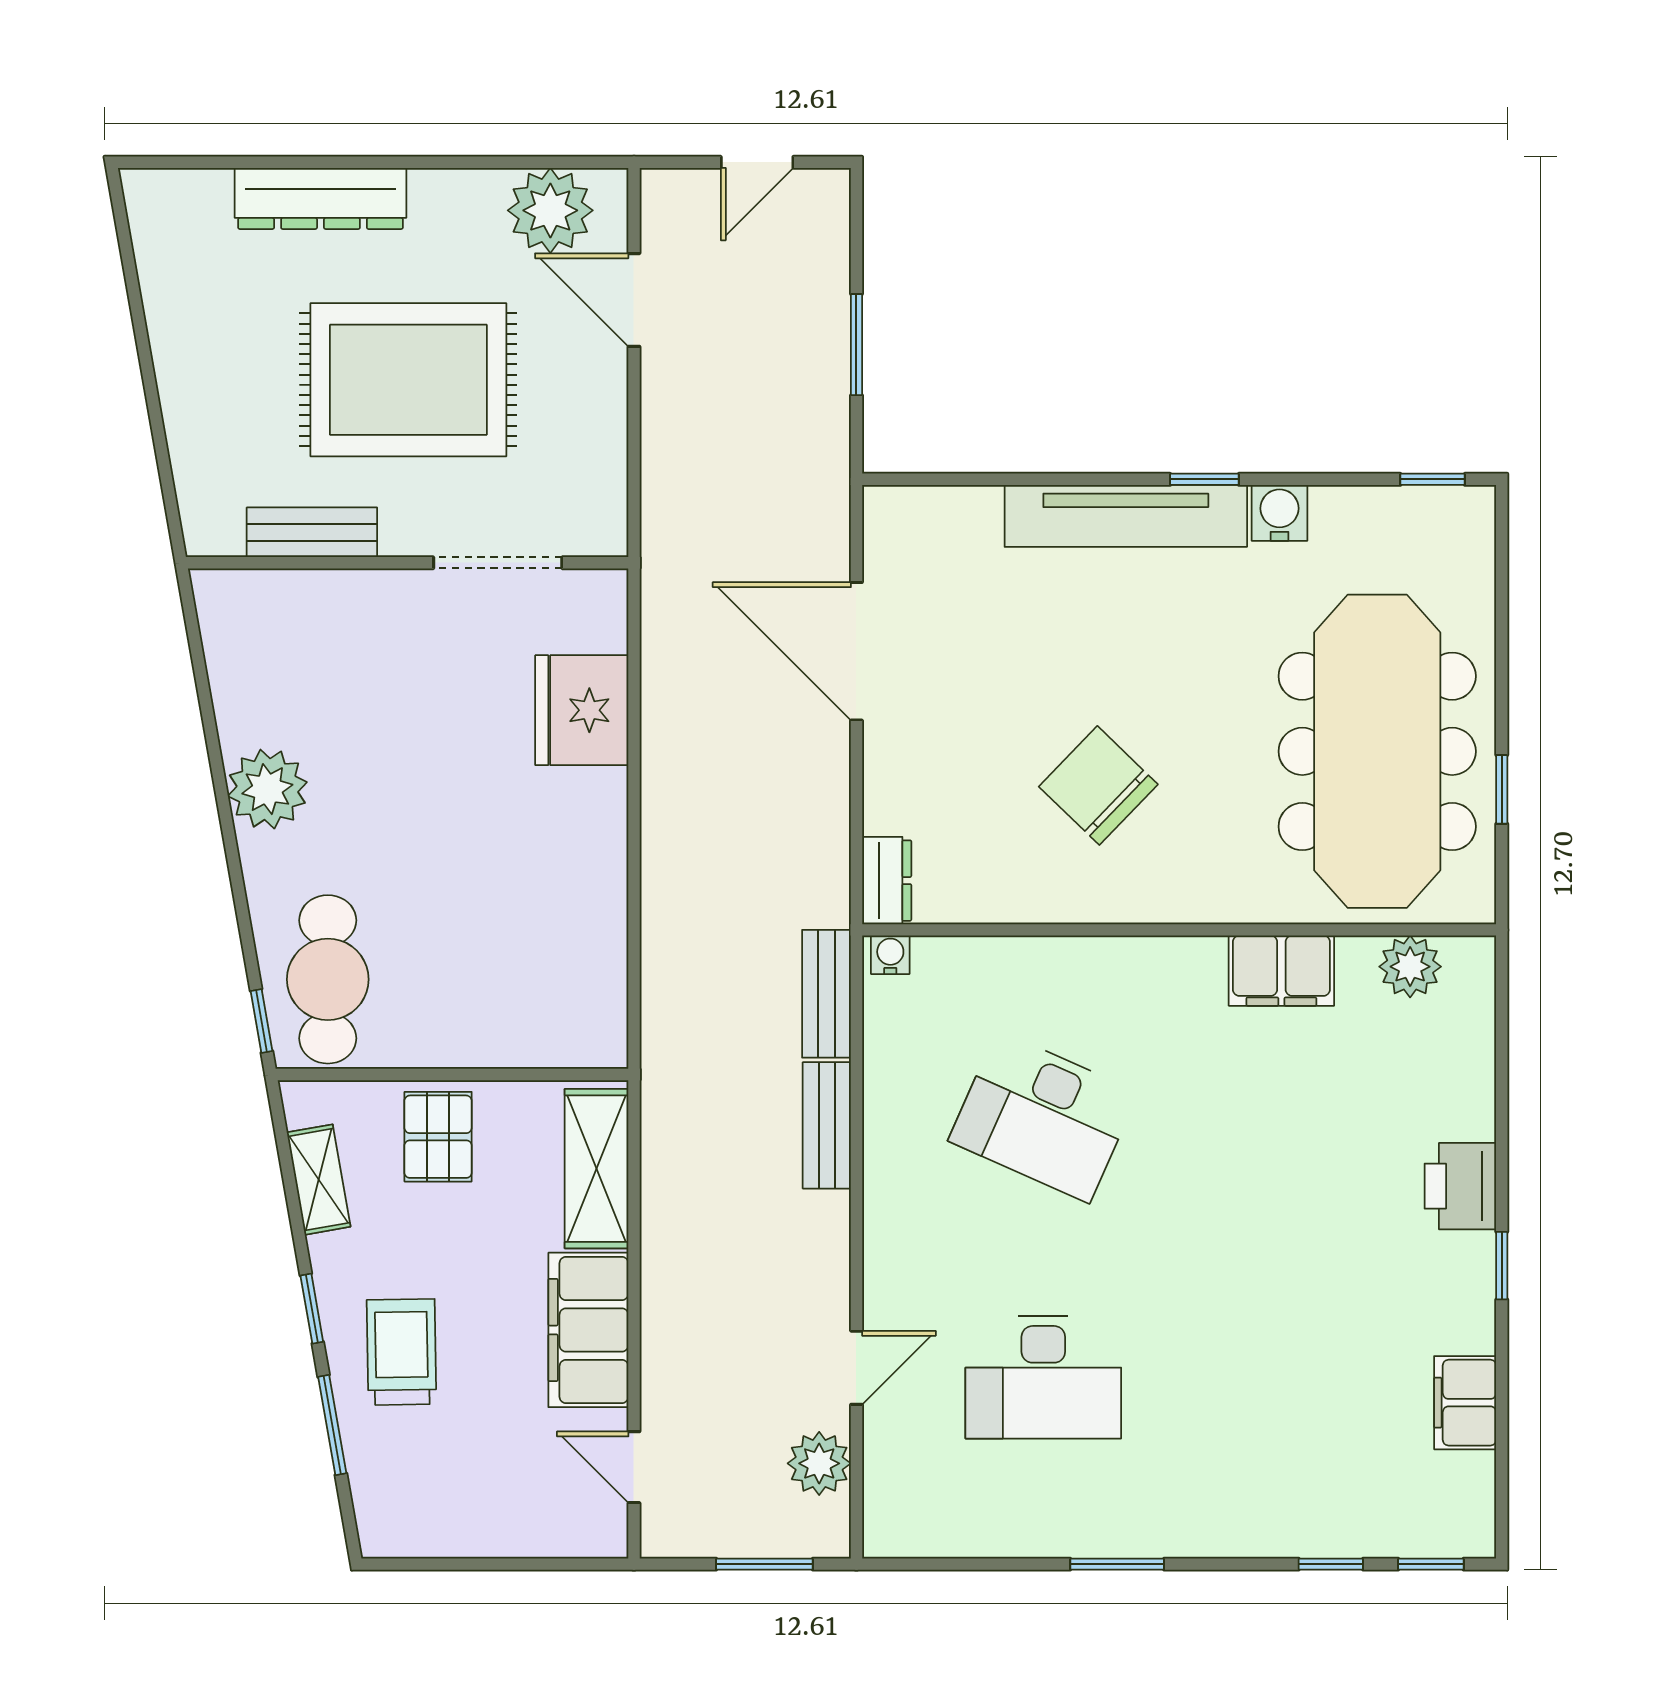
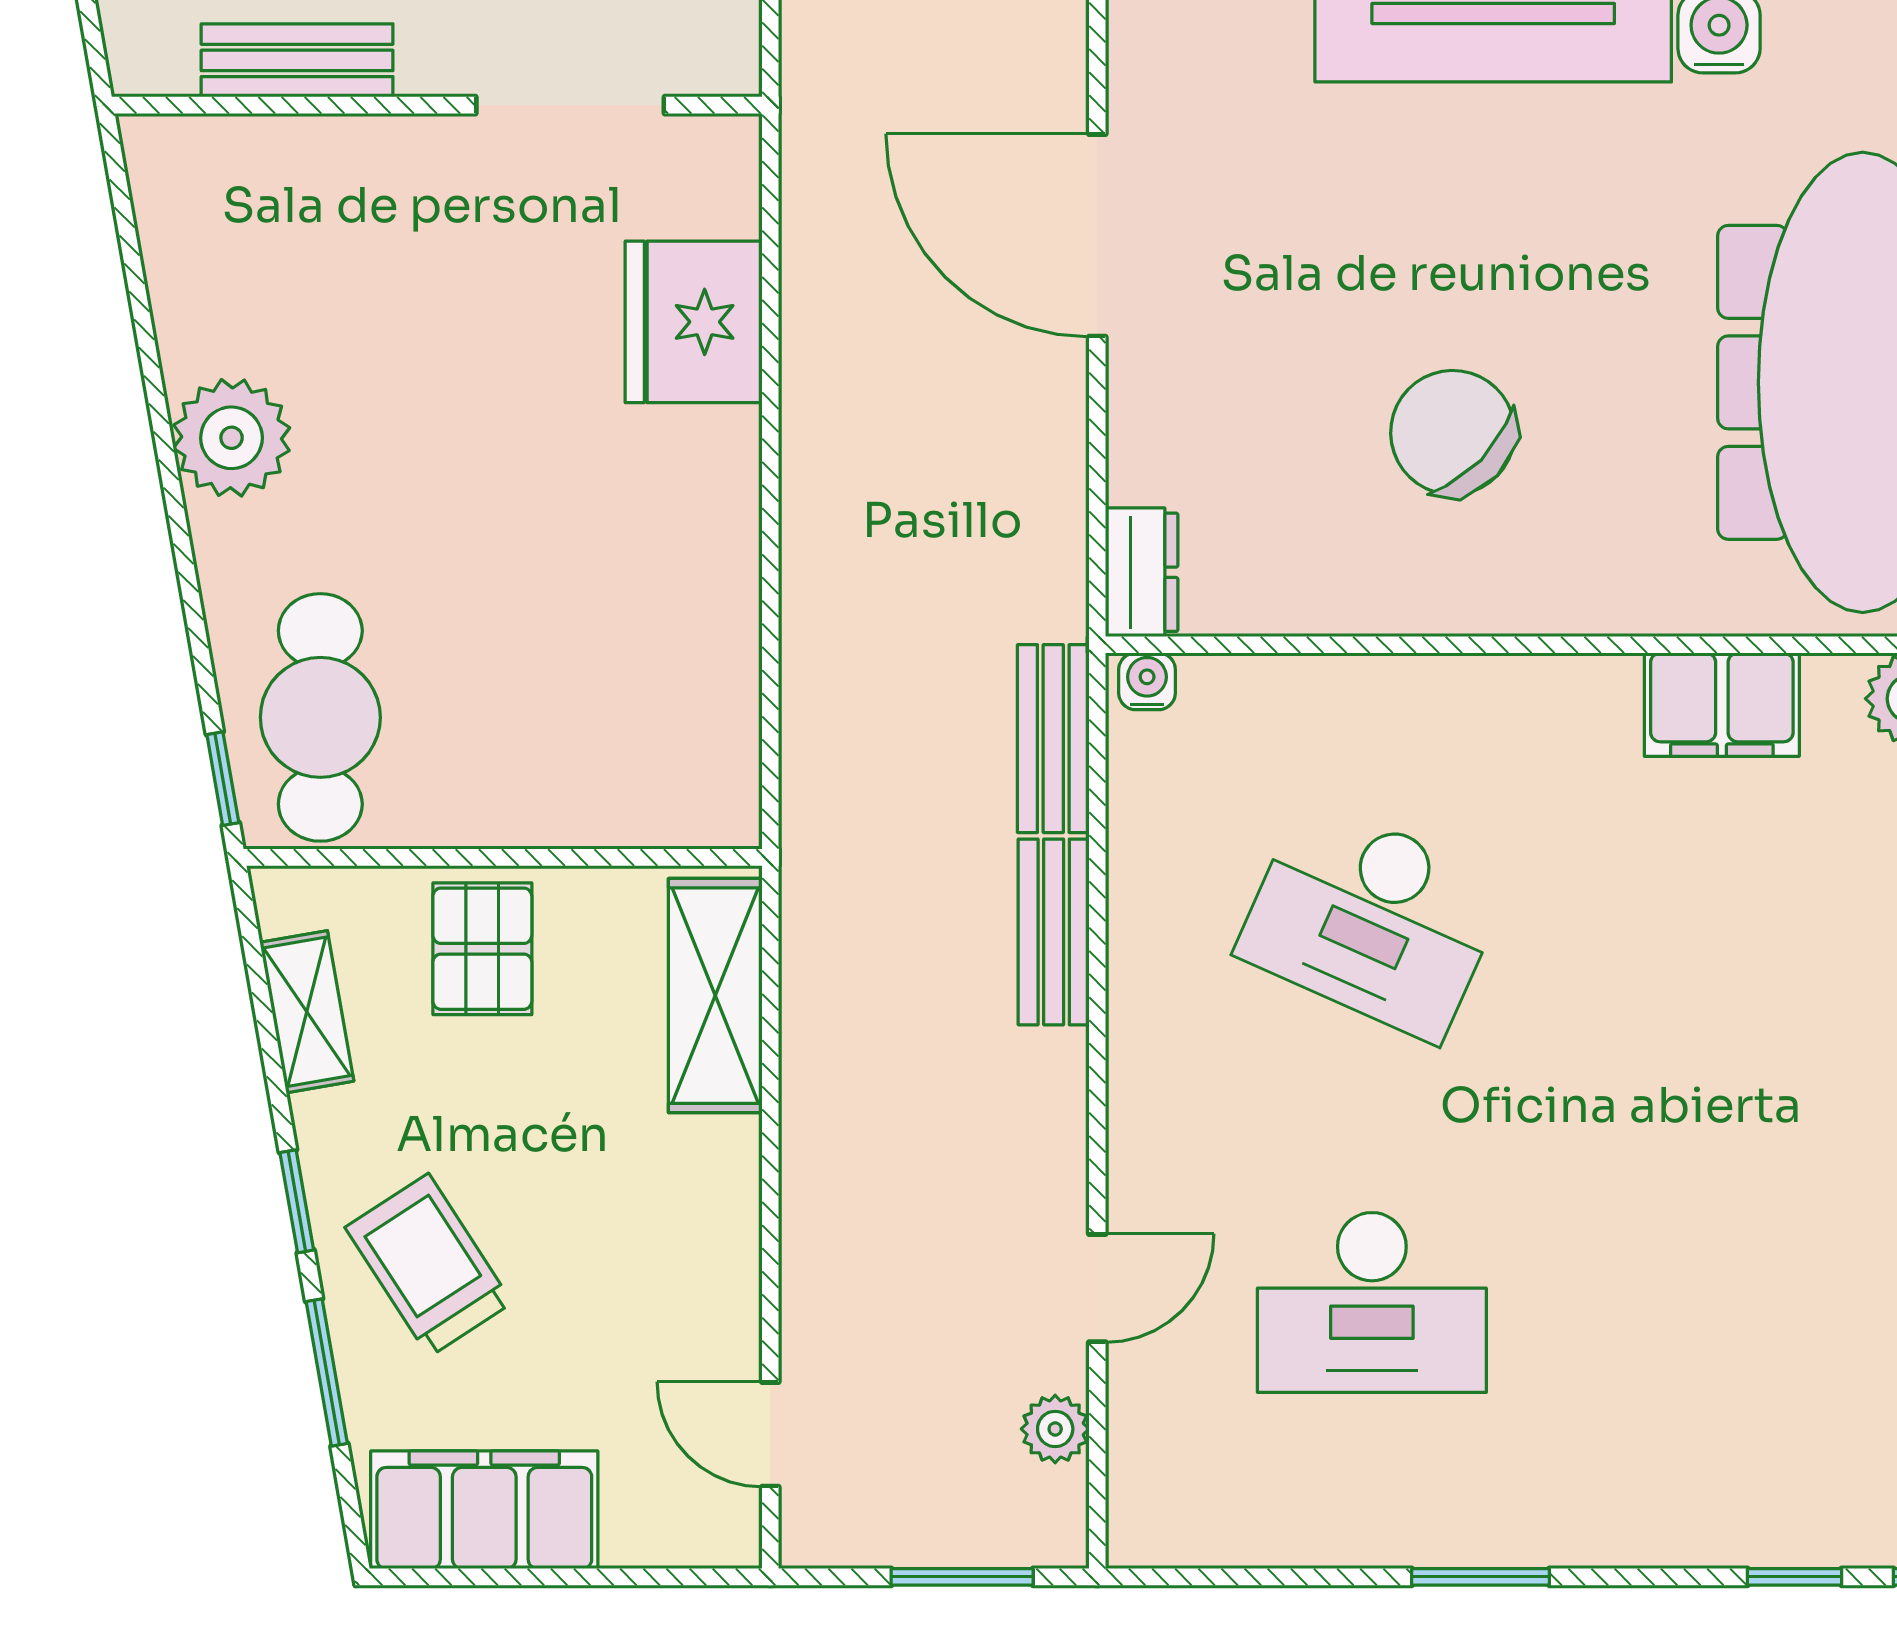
filing cabinet: (588, 1330) -> (484, 1510), moved, turned 90
trolley: (402, 1352) -> (429, 1265), turned -32
plant: (819, 1463) -> (1055, 1429), width x0.73, depth x0.73

